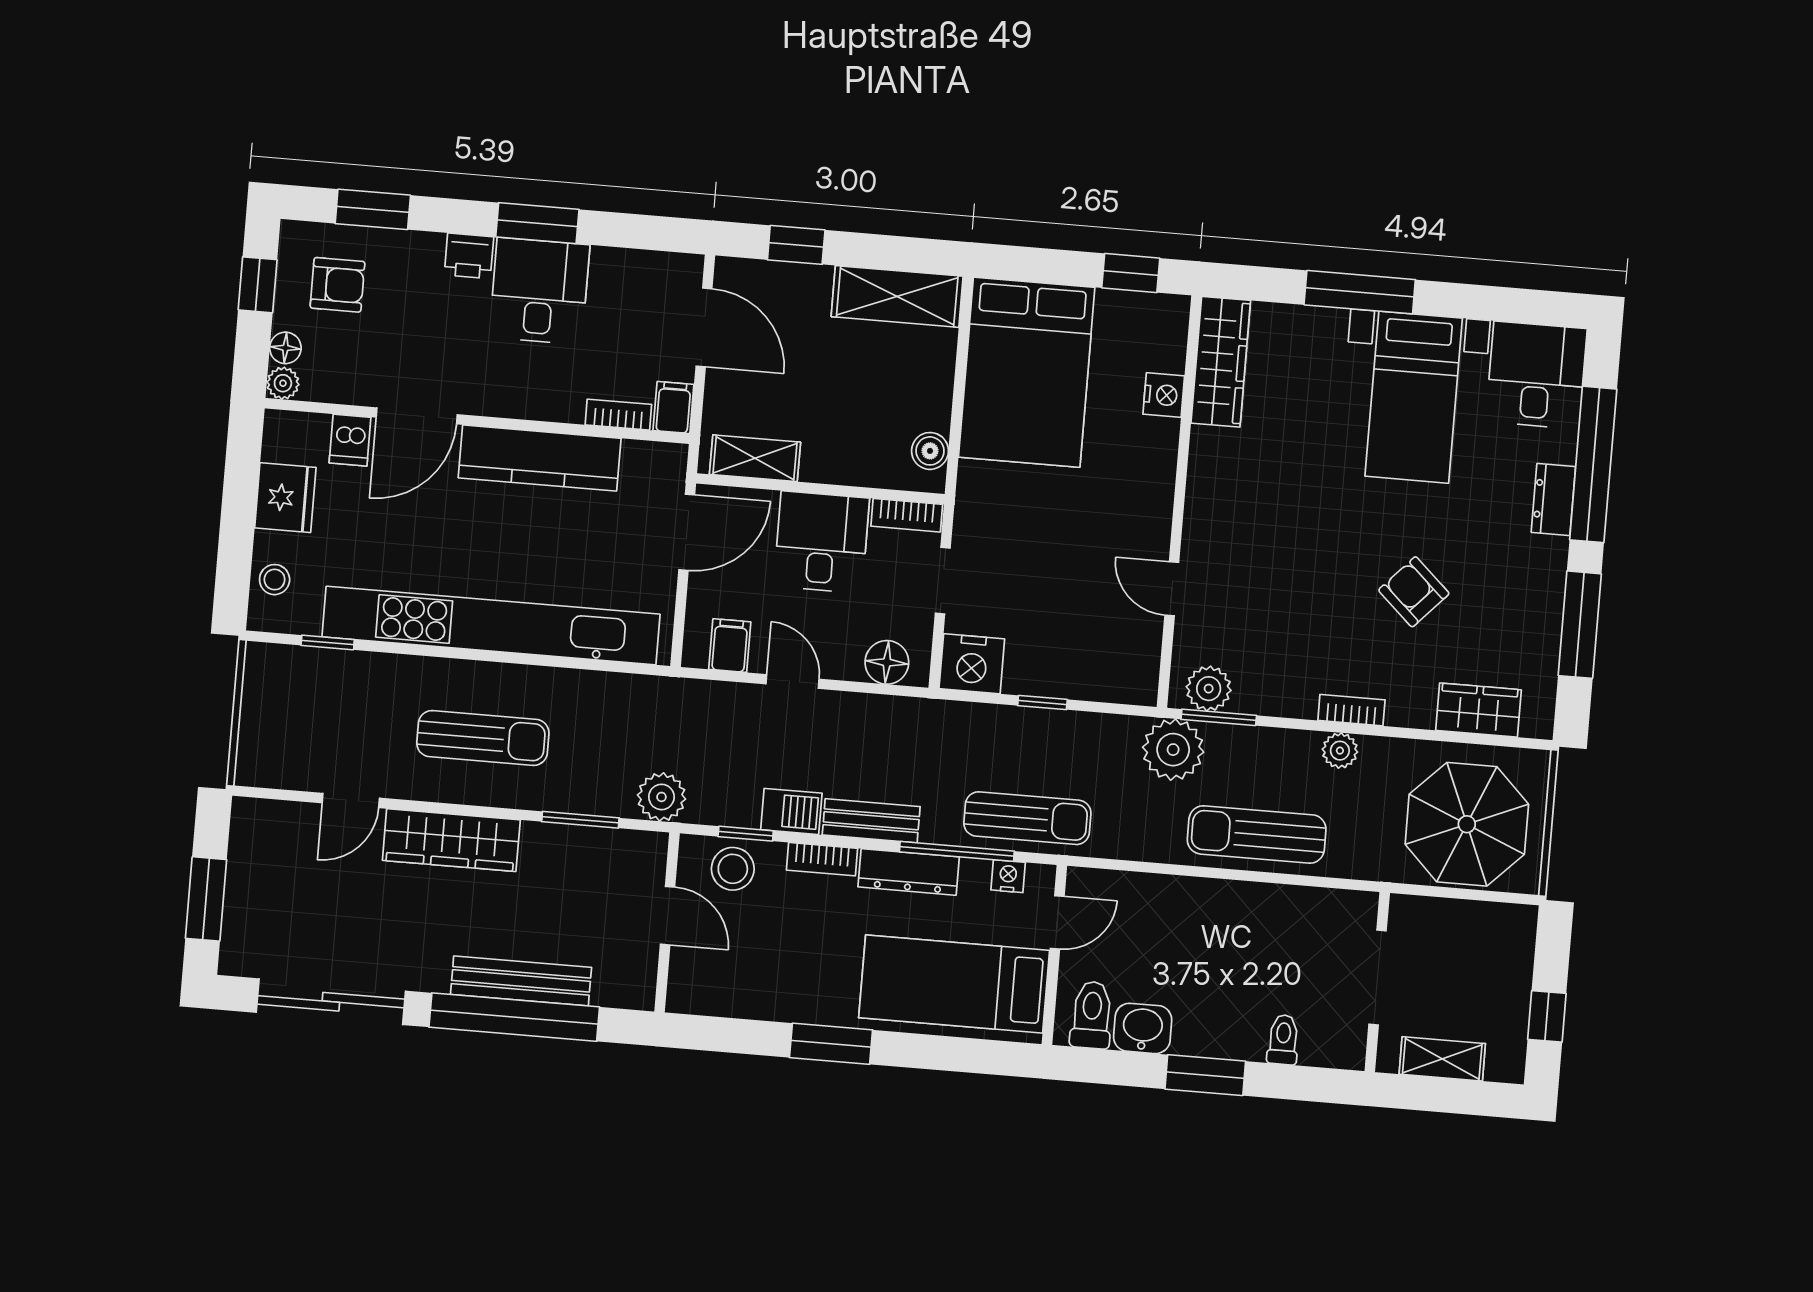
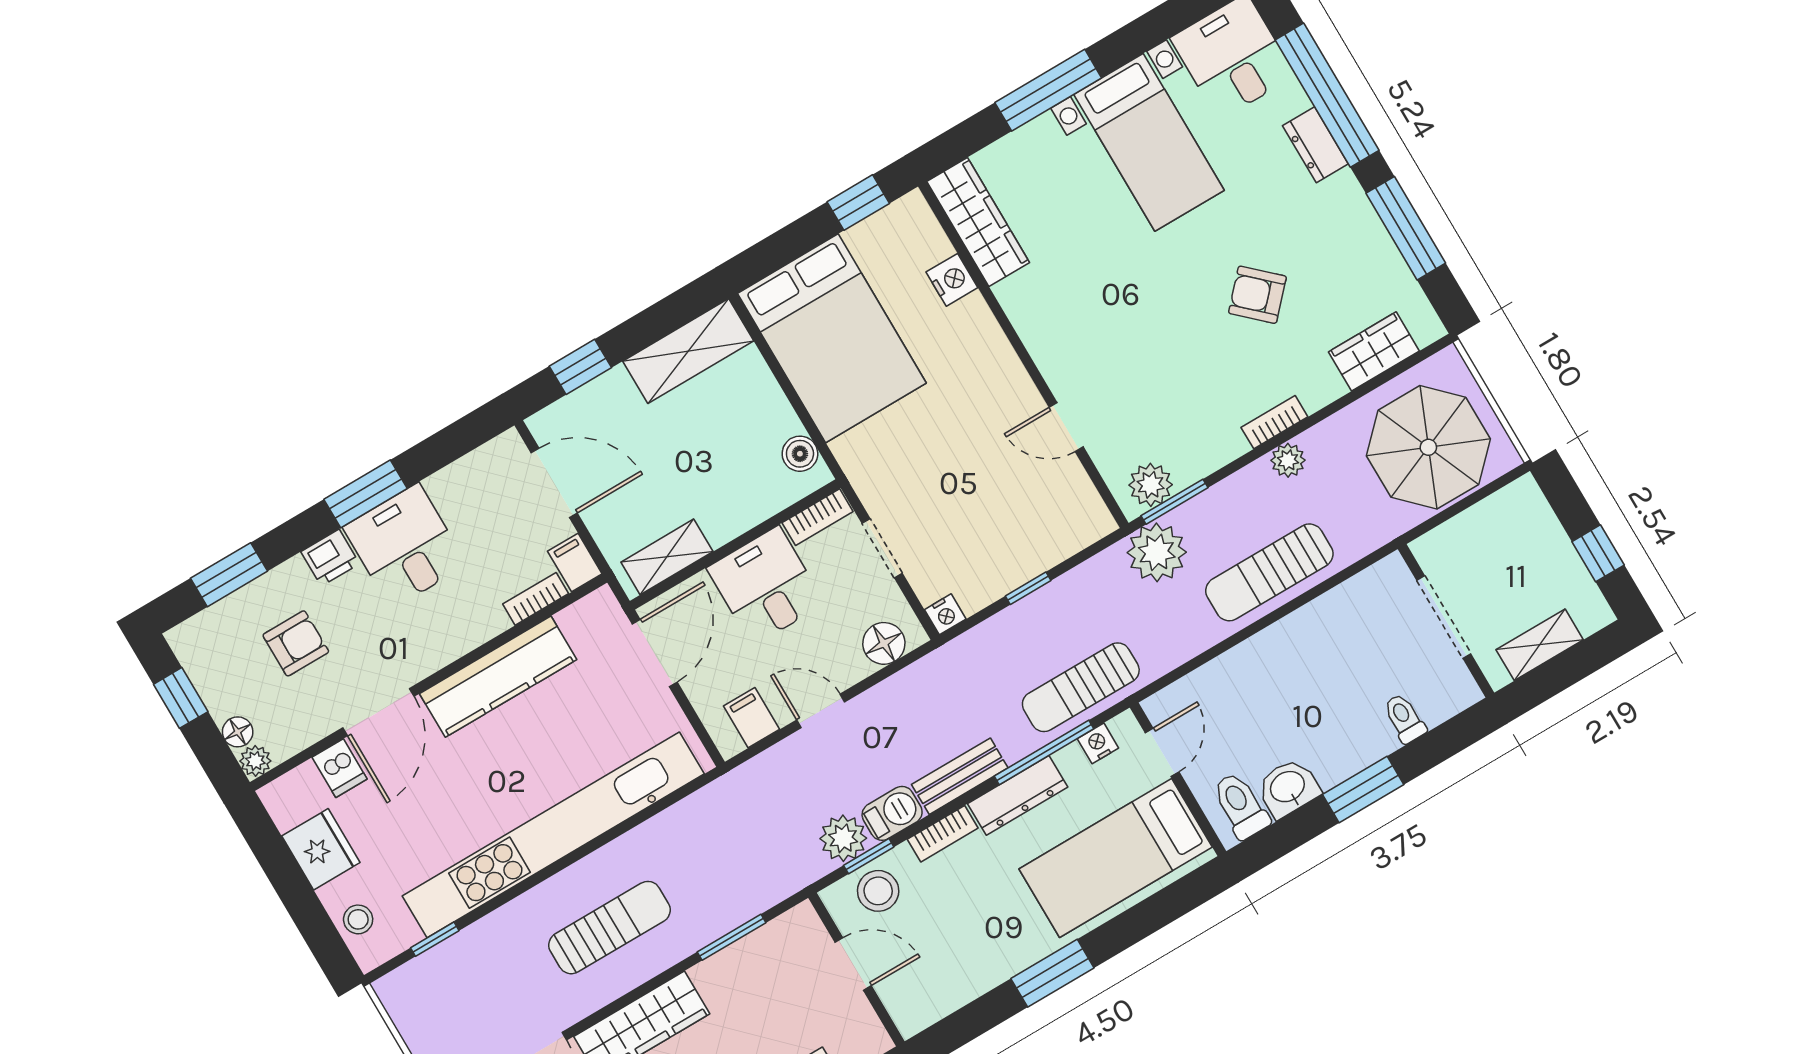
armchair: (337, 285) -> (296, 643), moved
nightstand: (972, 664) -> (945, 614), width x0.53, depth x0.56
plant: (661, 797) -> (843, 838), moved
sun lounger: (1027, 818) -> (1081, 687), turned 180

